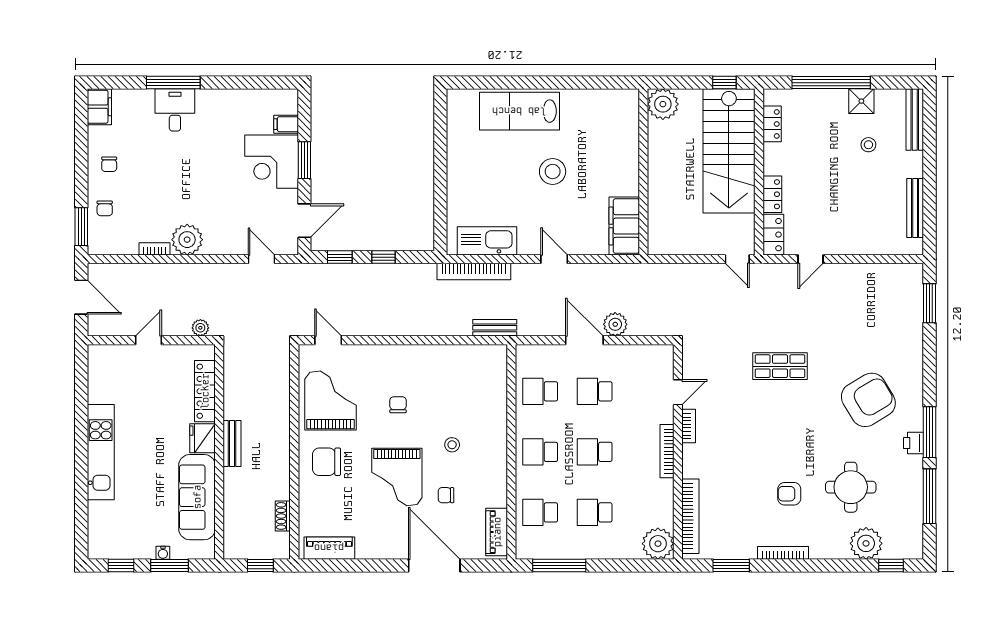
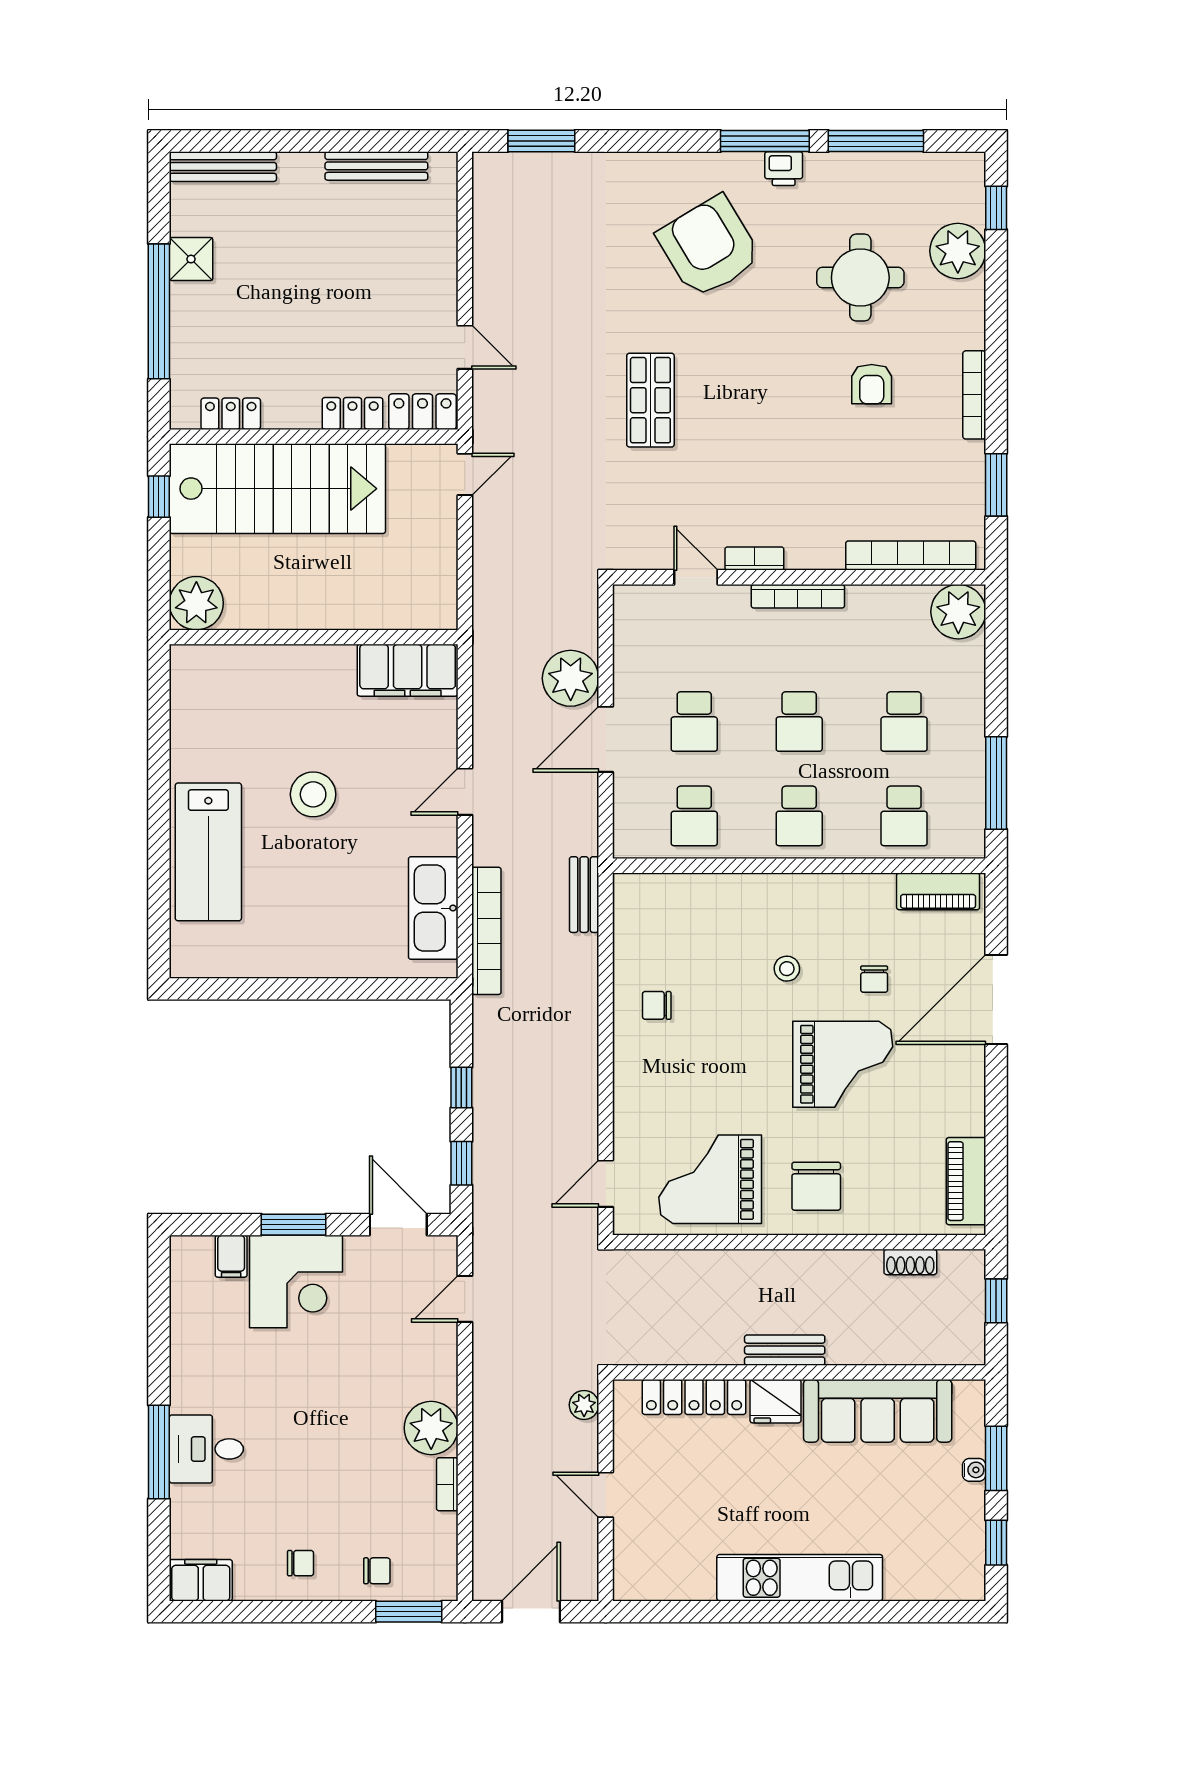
stool: (868, 145) -> (267, 247), removed
plant: (615, 324) -> (571, 678), width x1.36, depth x1.36
chair: (398, 405) -> (657, 1005), moved

